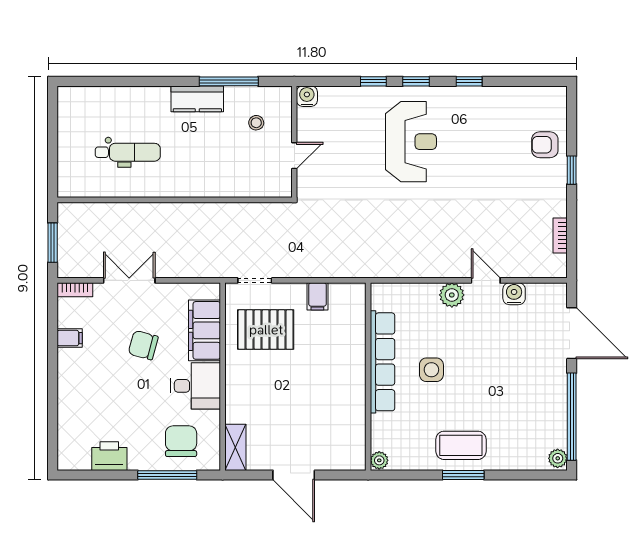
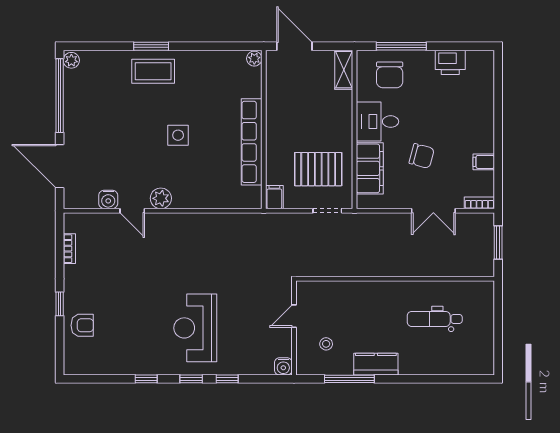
row of seats: (382, 362) -> (252, 142), moved
wall: (368, 377) -> (264, 129), moved
plant: (379, 460) -> (254, 59), moved

